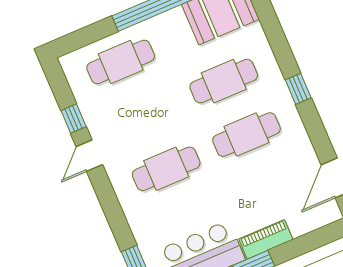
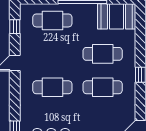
window: (74, 119) -> (15, 27), moved

